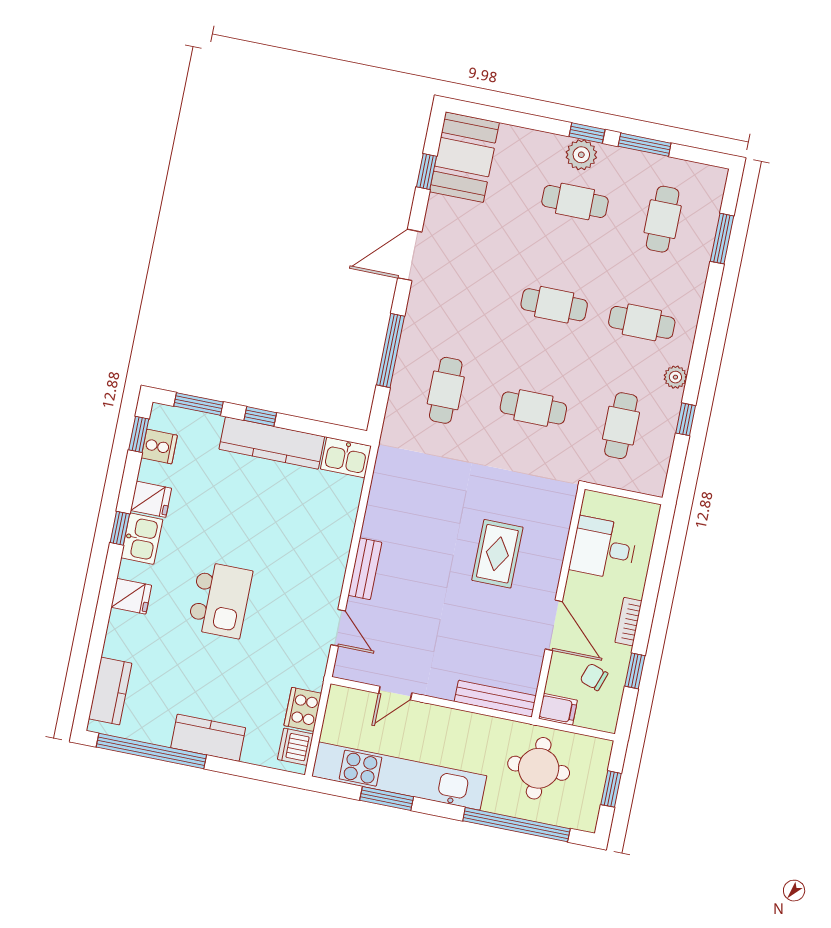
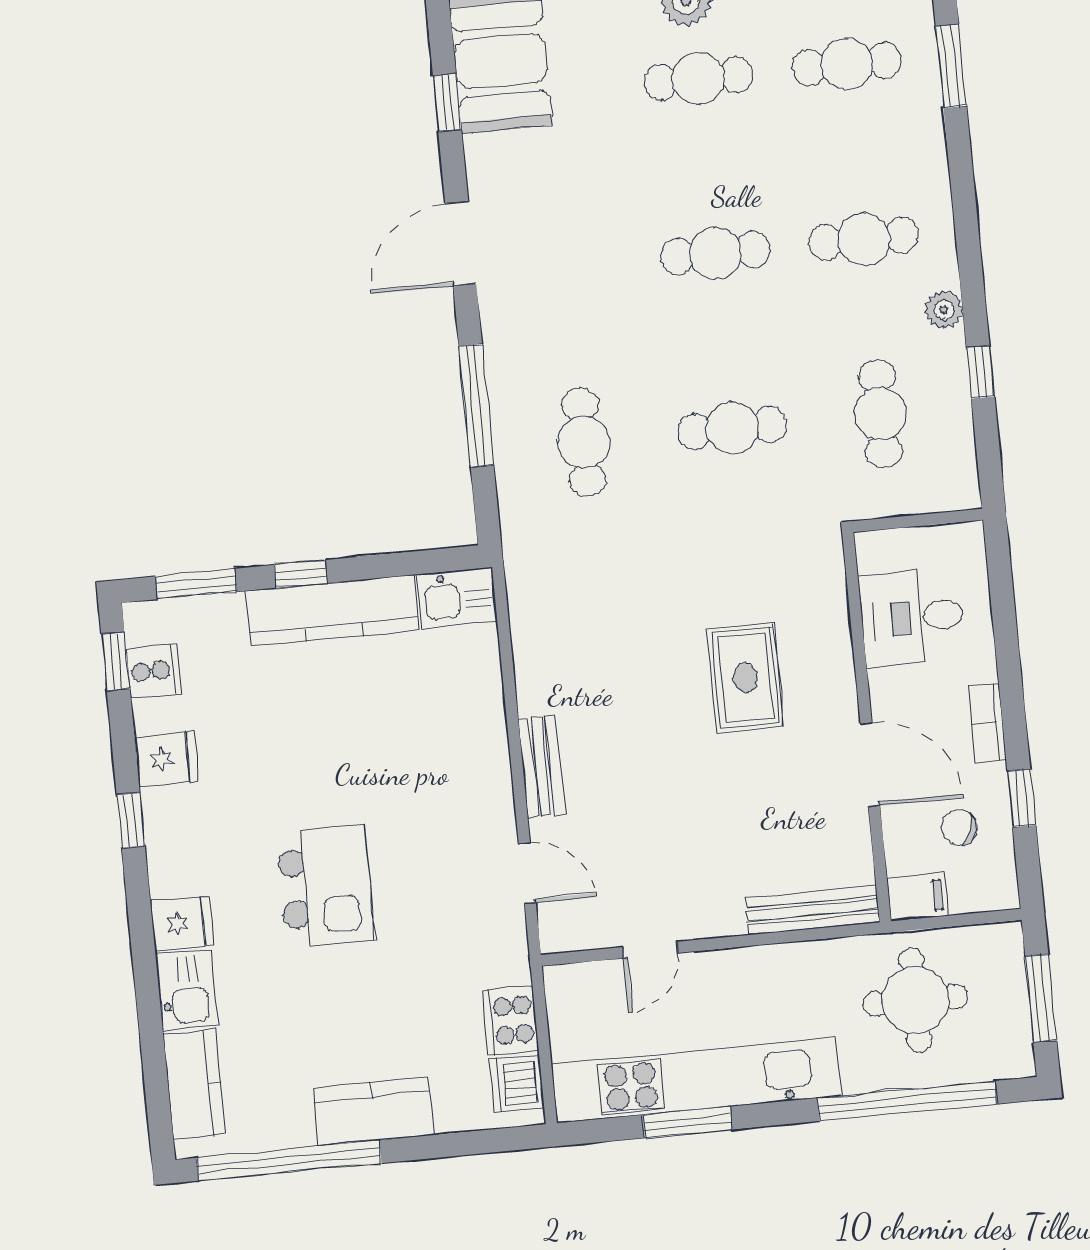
cafe table: (663, 219) -> (847, 64), turned 90
kitchen sink: (142, 539) -> (187, 990), moved
window: (611, 789) -> (1041, 998), width x1.50

